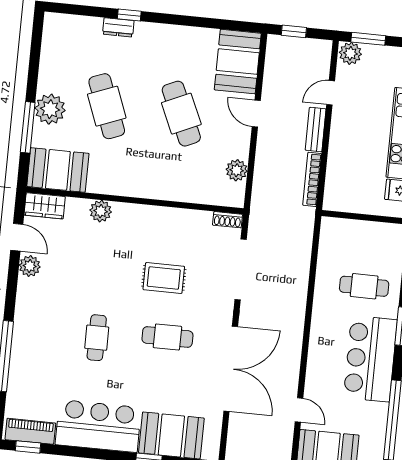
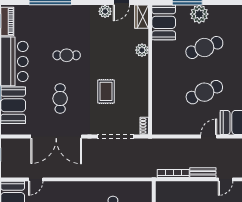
door: (331, 93) -> (226, 179), swing flipped
plant: (237, 170) -> (174, 128), removed
cafe table: (167, 337) -> (60, 99), moved

